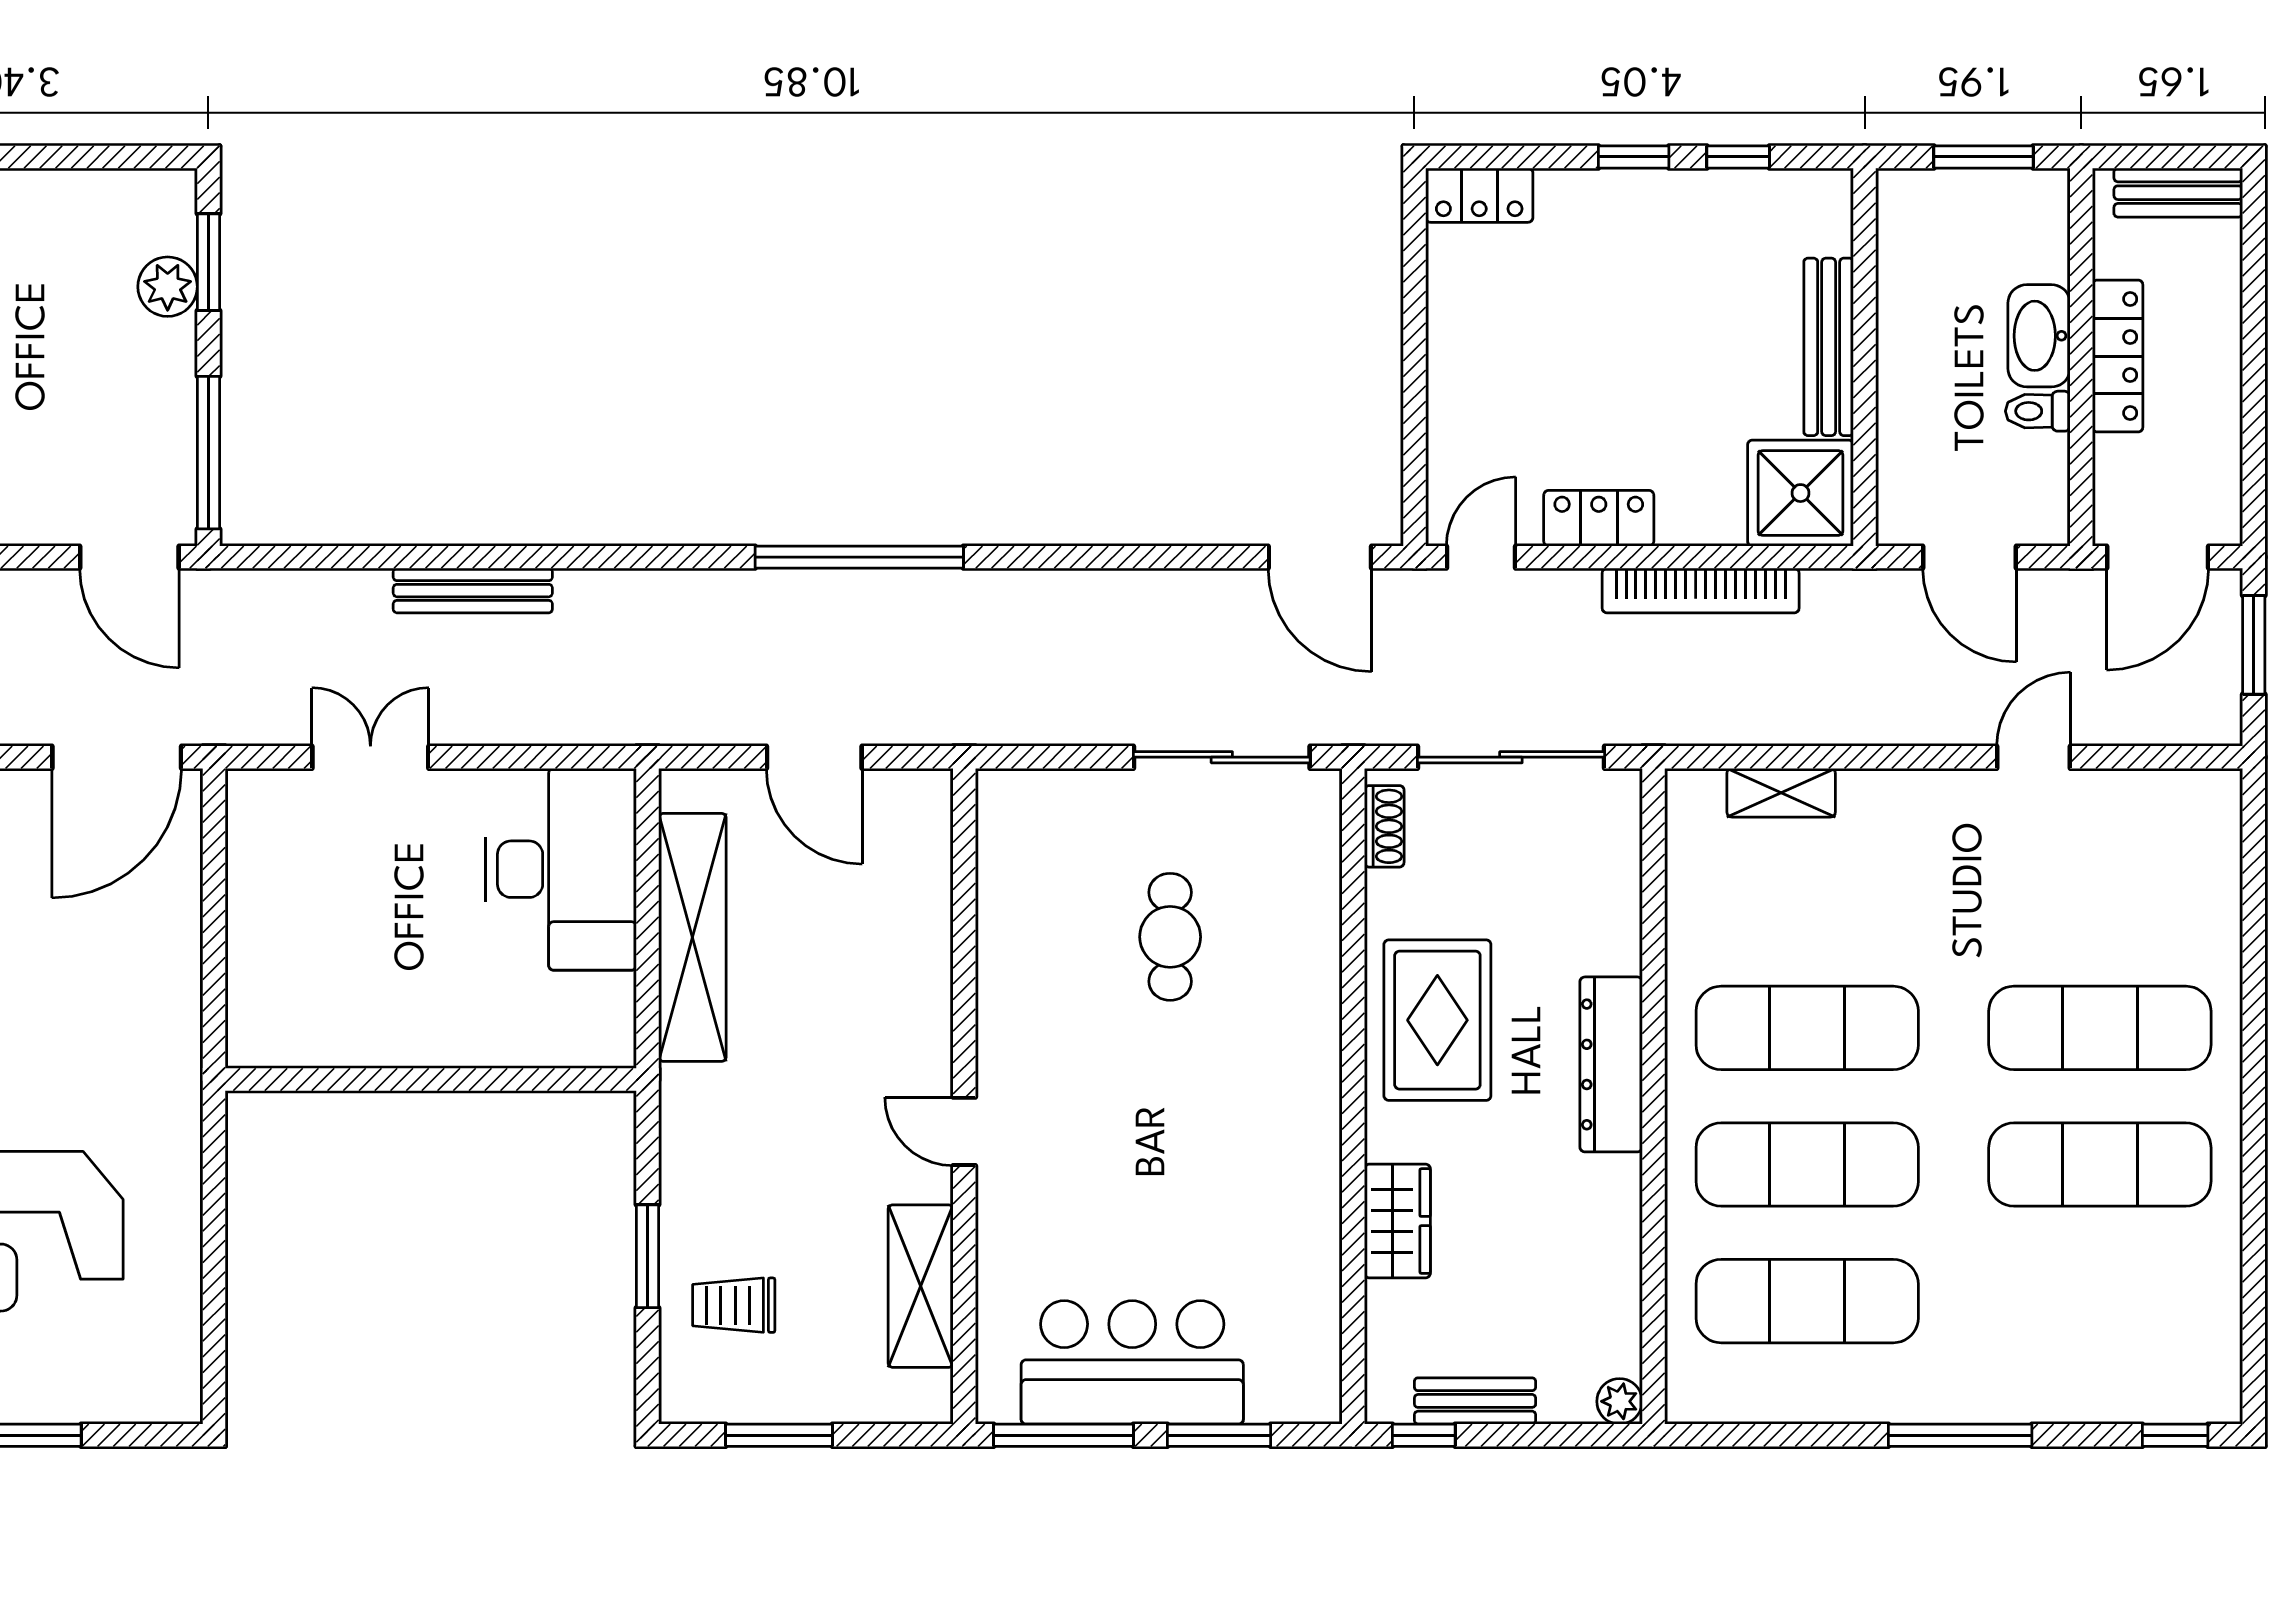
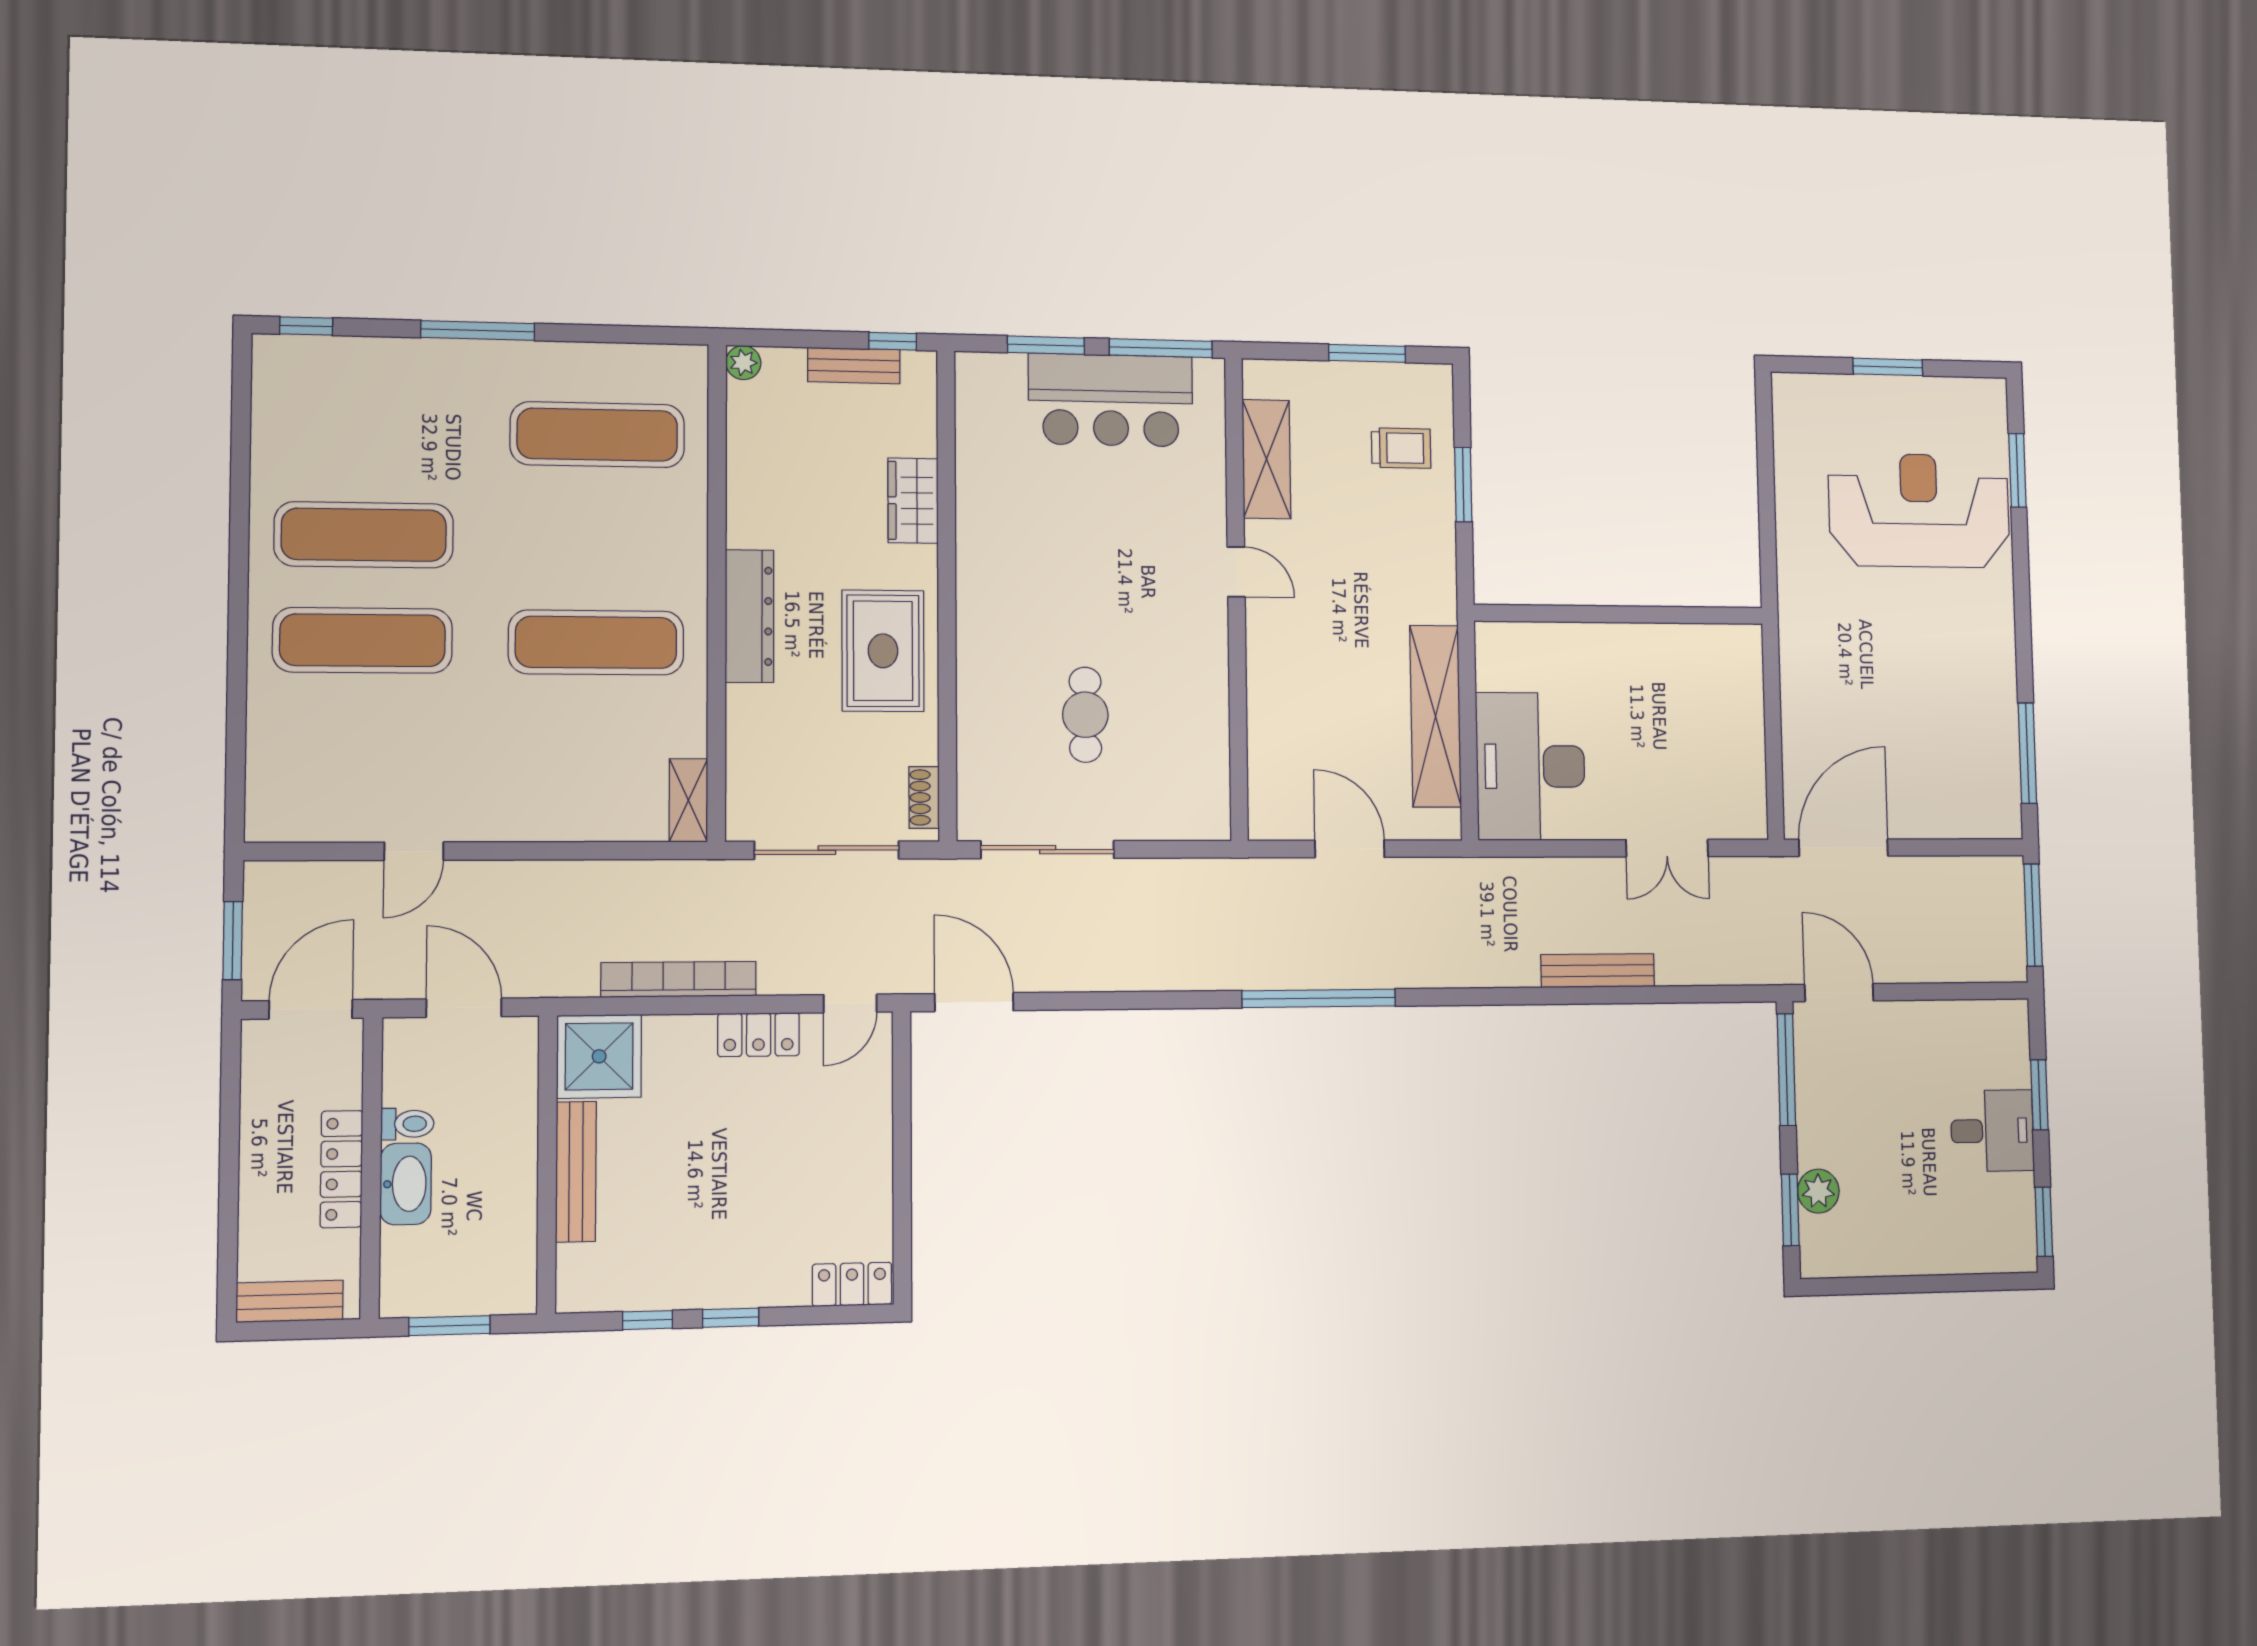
shelving: (1781, 793) -> (688, 800), moved, turned 90
exercise mat: (1807, 1165) -> (597, 538), removed

